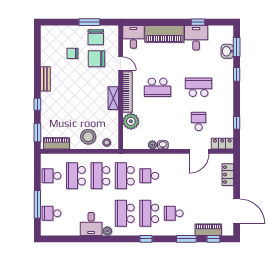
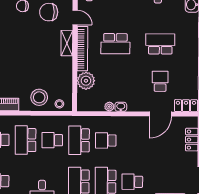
shelving: (113, 98) -> (67, 43), moved
school desk: (100, 176) -> (52, 140), width x0.54

